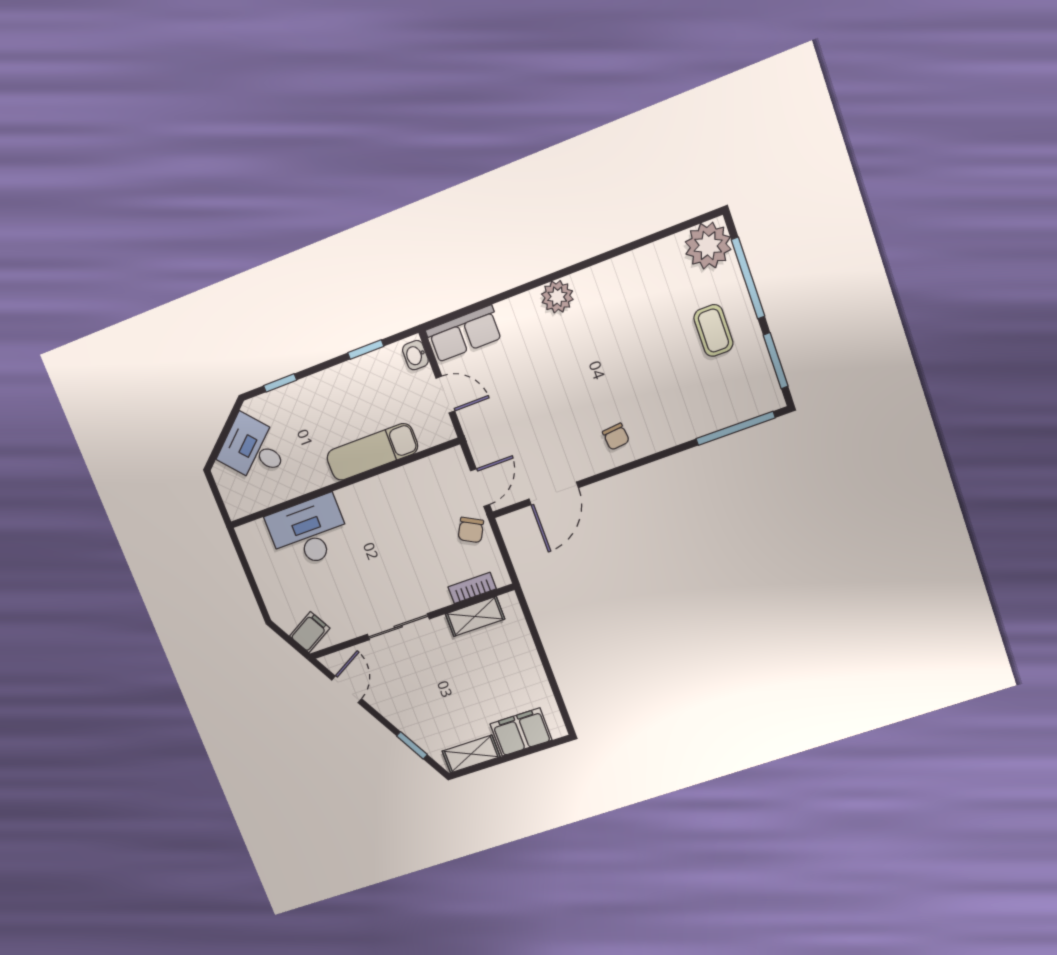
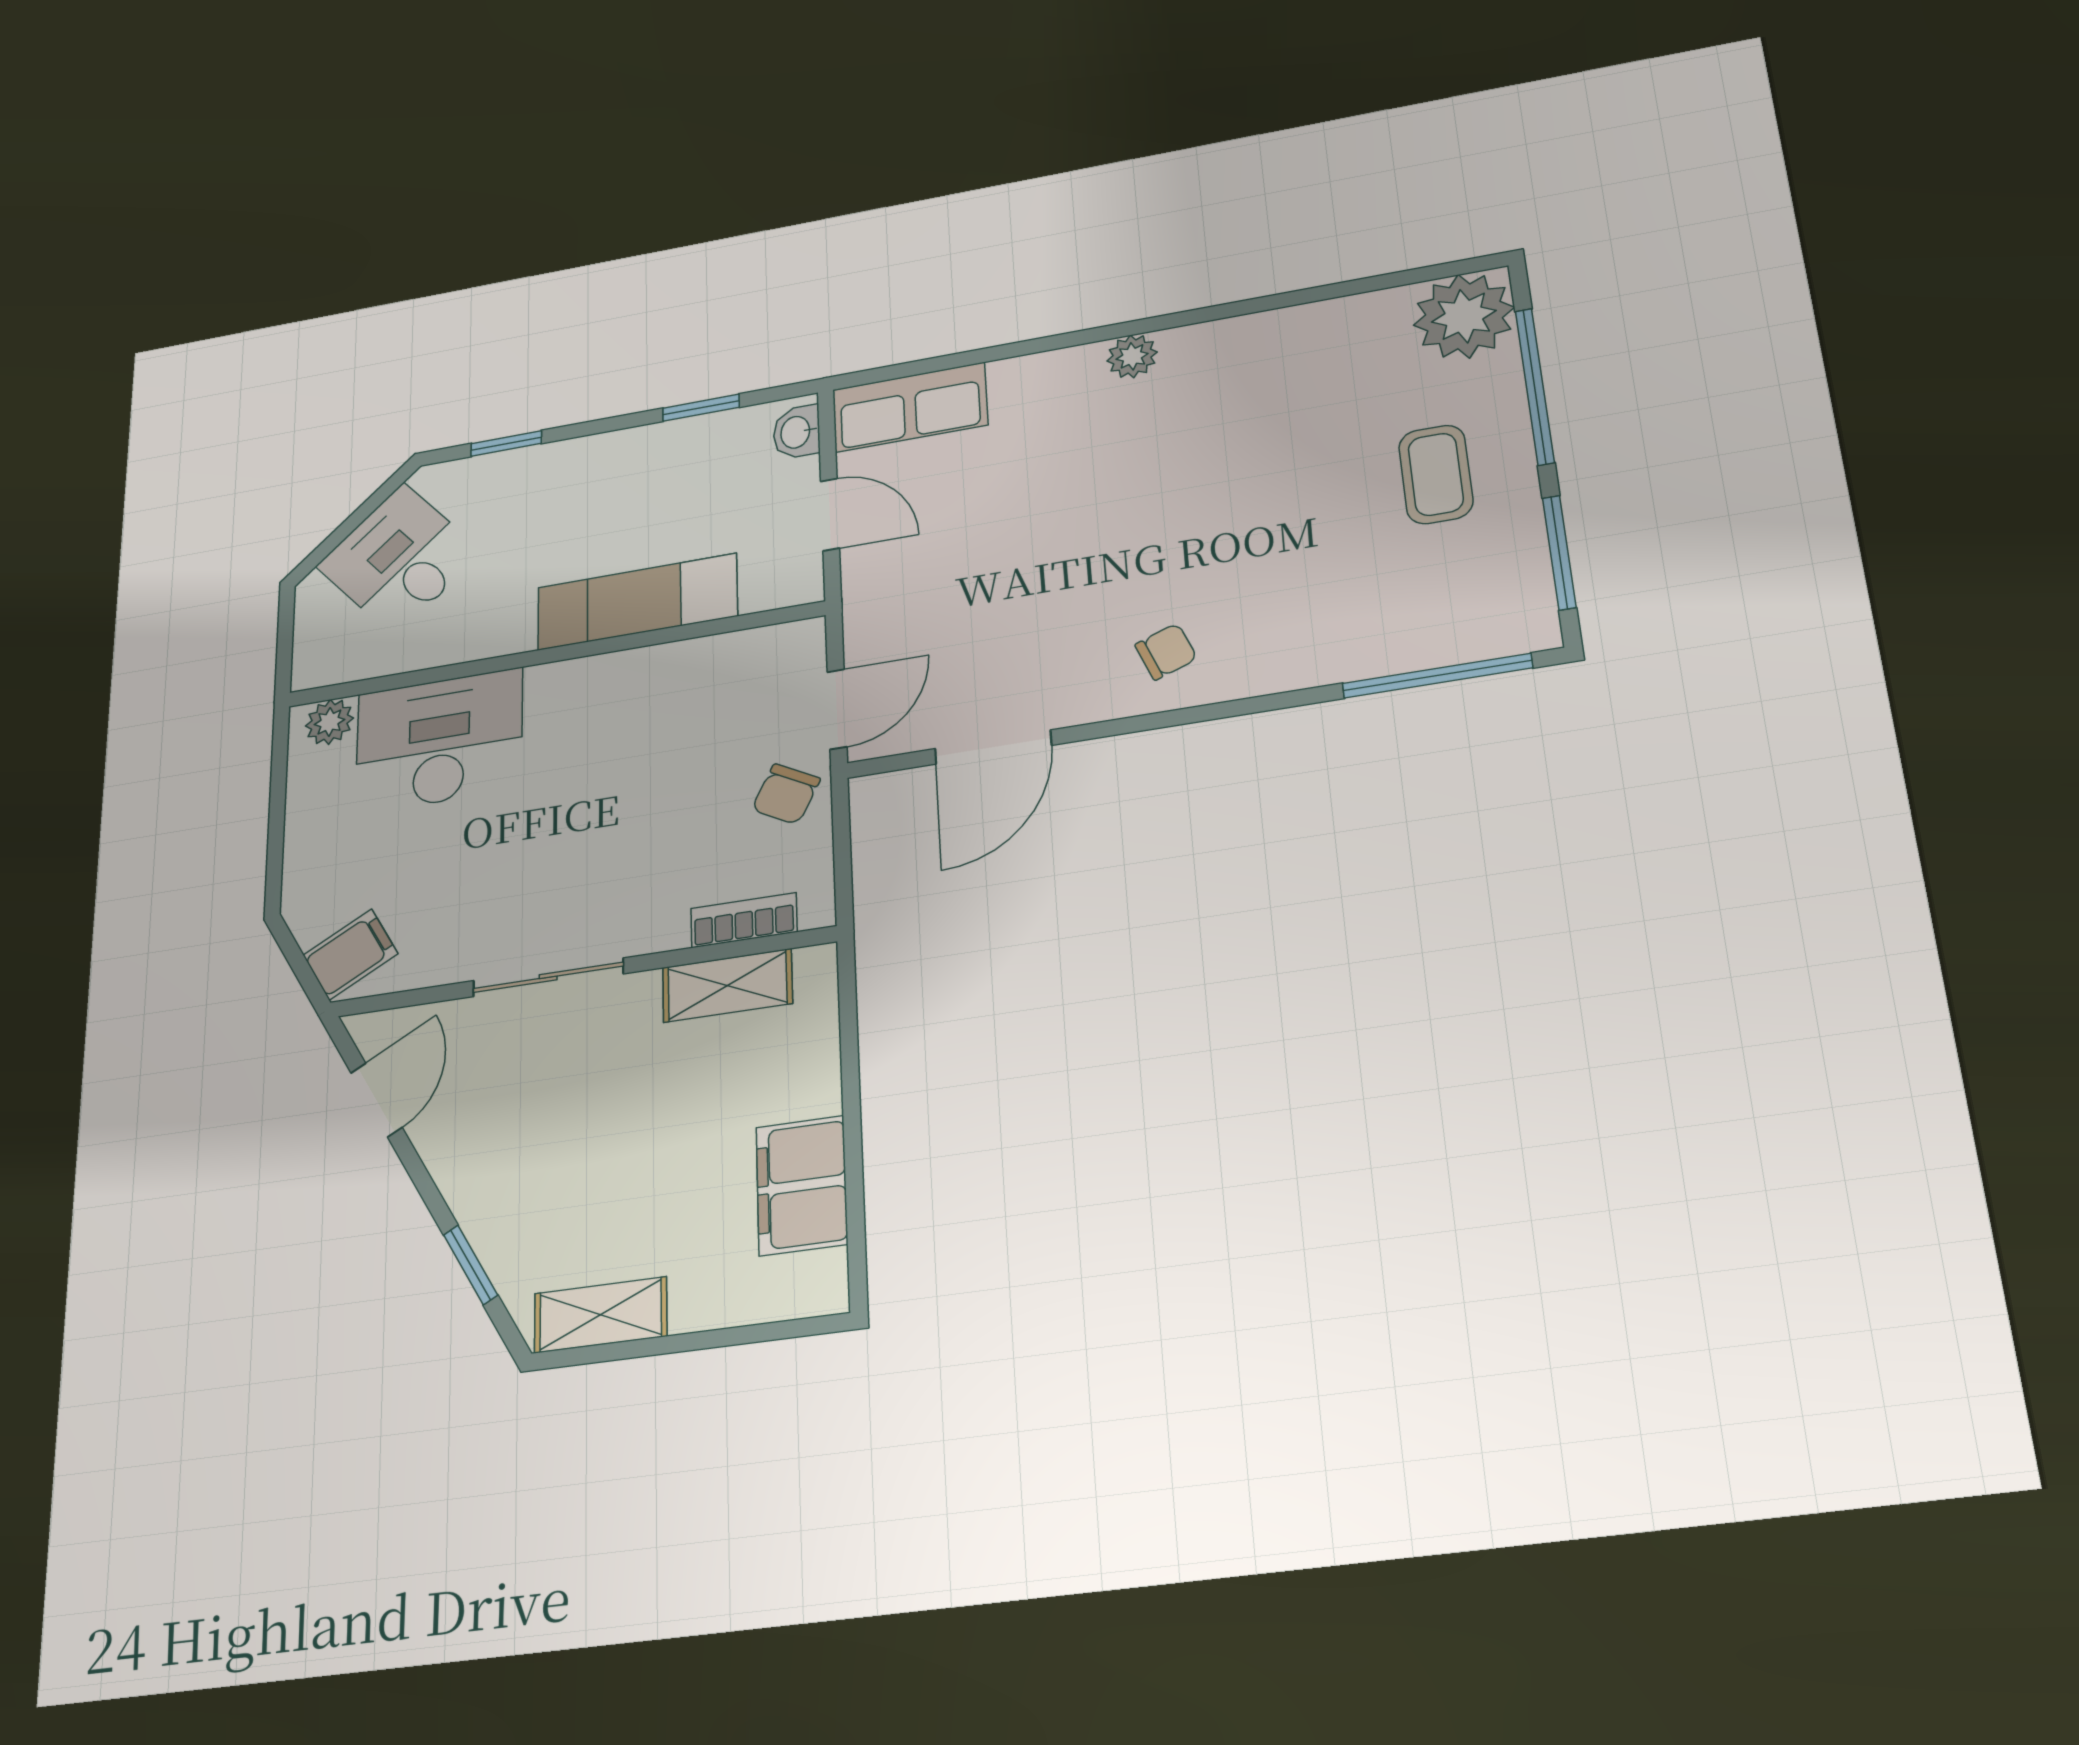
plant: (557, 297) -> (1132, 356), width x0.73, depth x0.73
chair: (616, 437) -> (1166, 652), turned -105
plant: (255, 532) -> (329, 722), added
filing cabinet: (521, 732) -> (802, 1185), moved, turned -90

